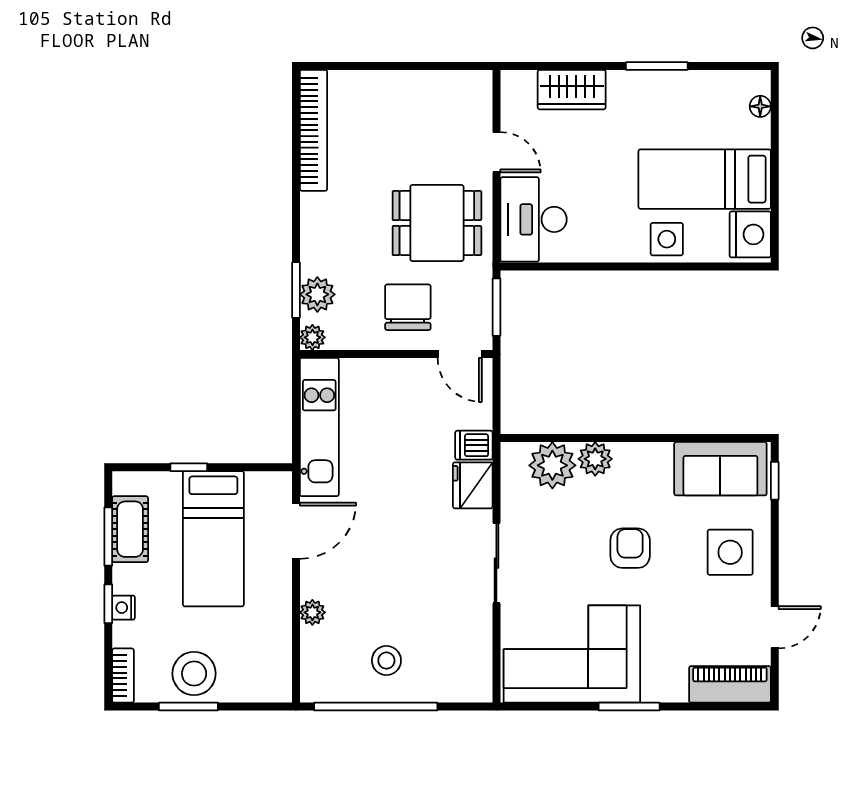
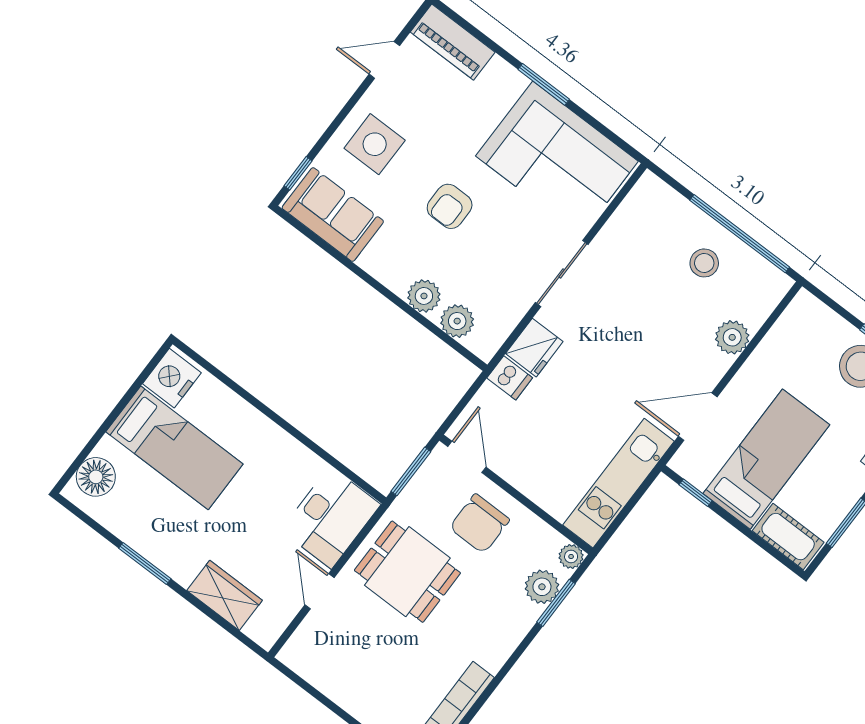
floor lamp: (760, 106) -> (96, 477), width x1.89, depth x1.89
side table: (667, 239) -> (239, 424), removed
plant: (552, 465) -> (457, 321), width x0.73, depth x0.73
window: (189, 467) -> (696, 493), moved
cot: (130, 529) -> (788, 537), moved, turned 90
plant: (312, 612) -> (732, 337), width x1.38, depth x1.38

